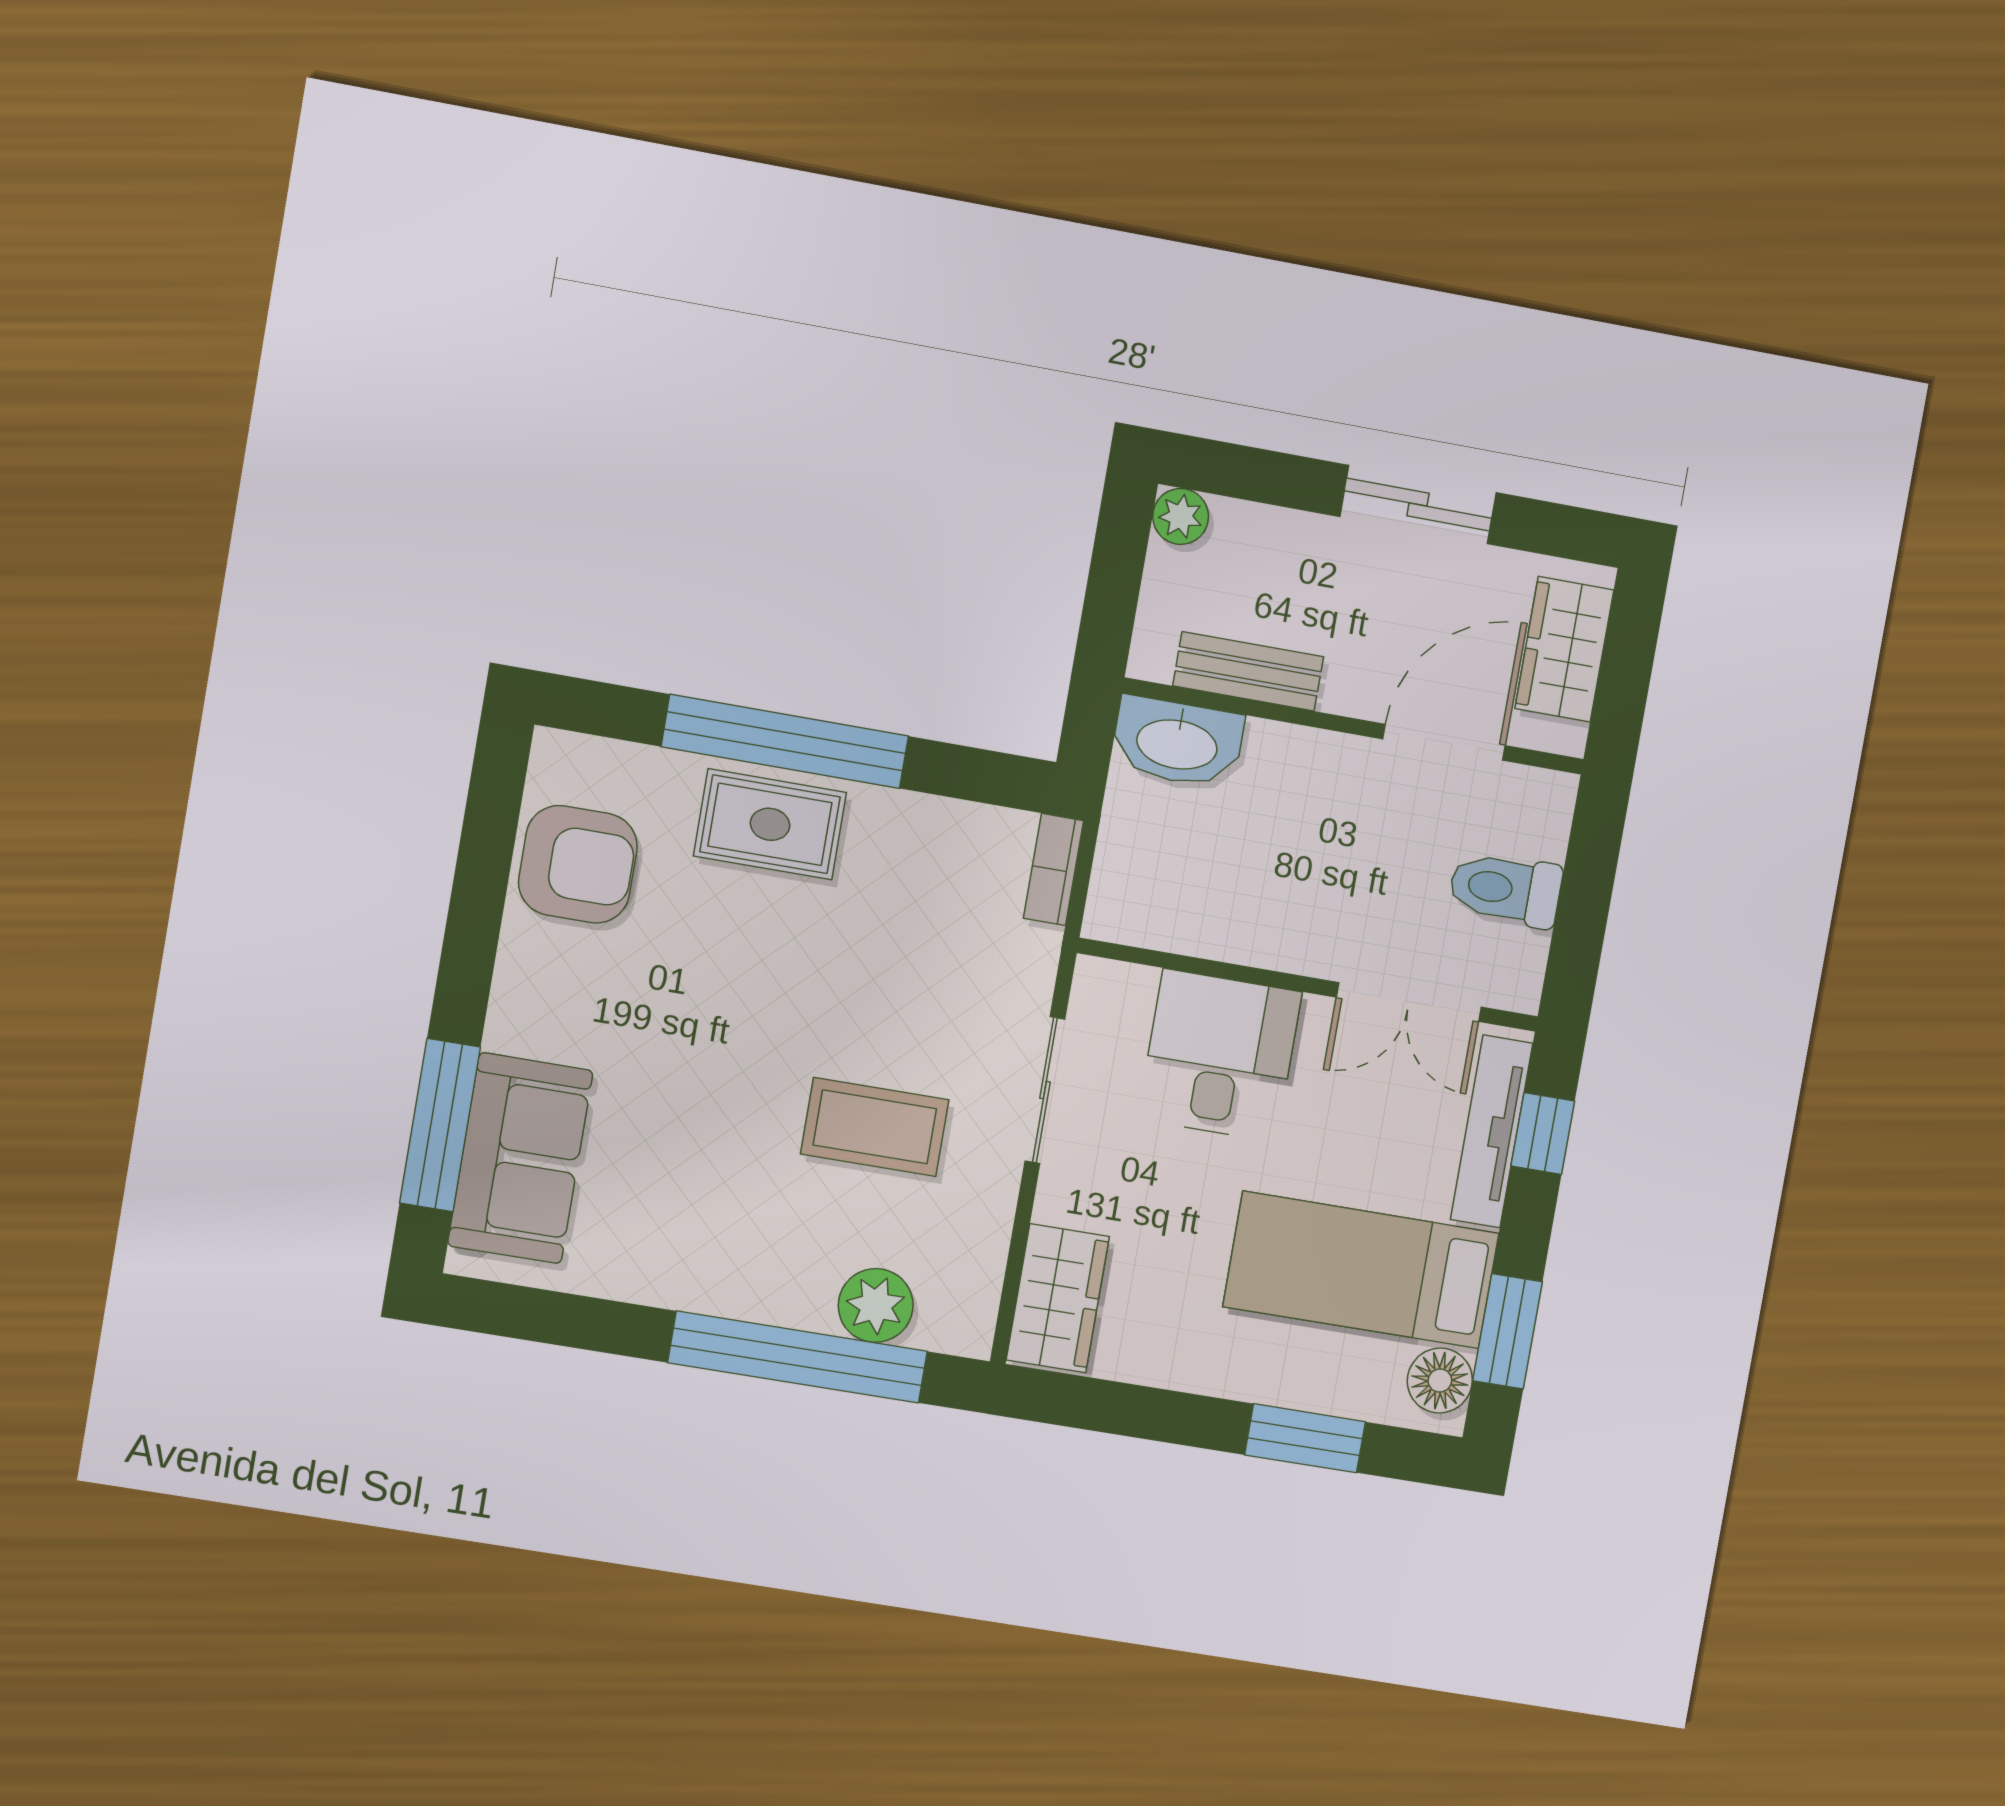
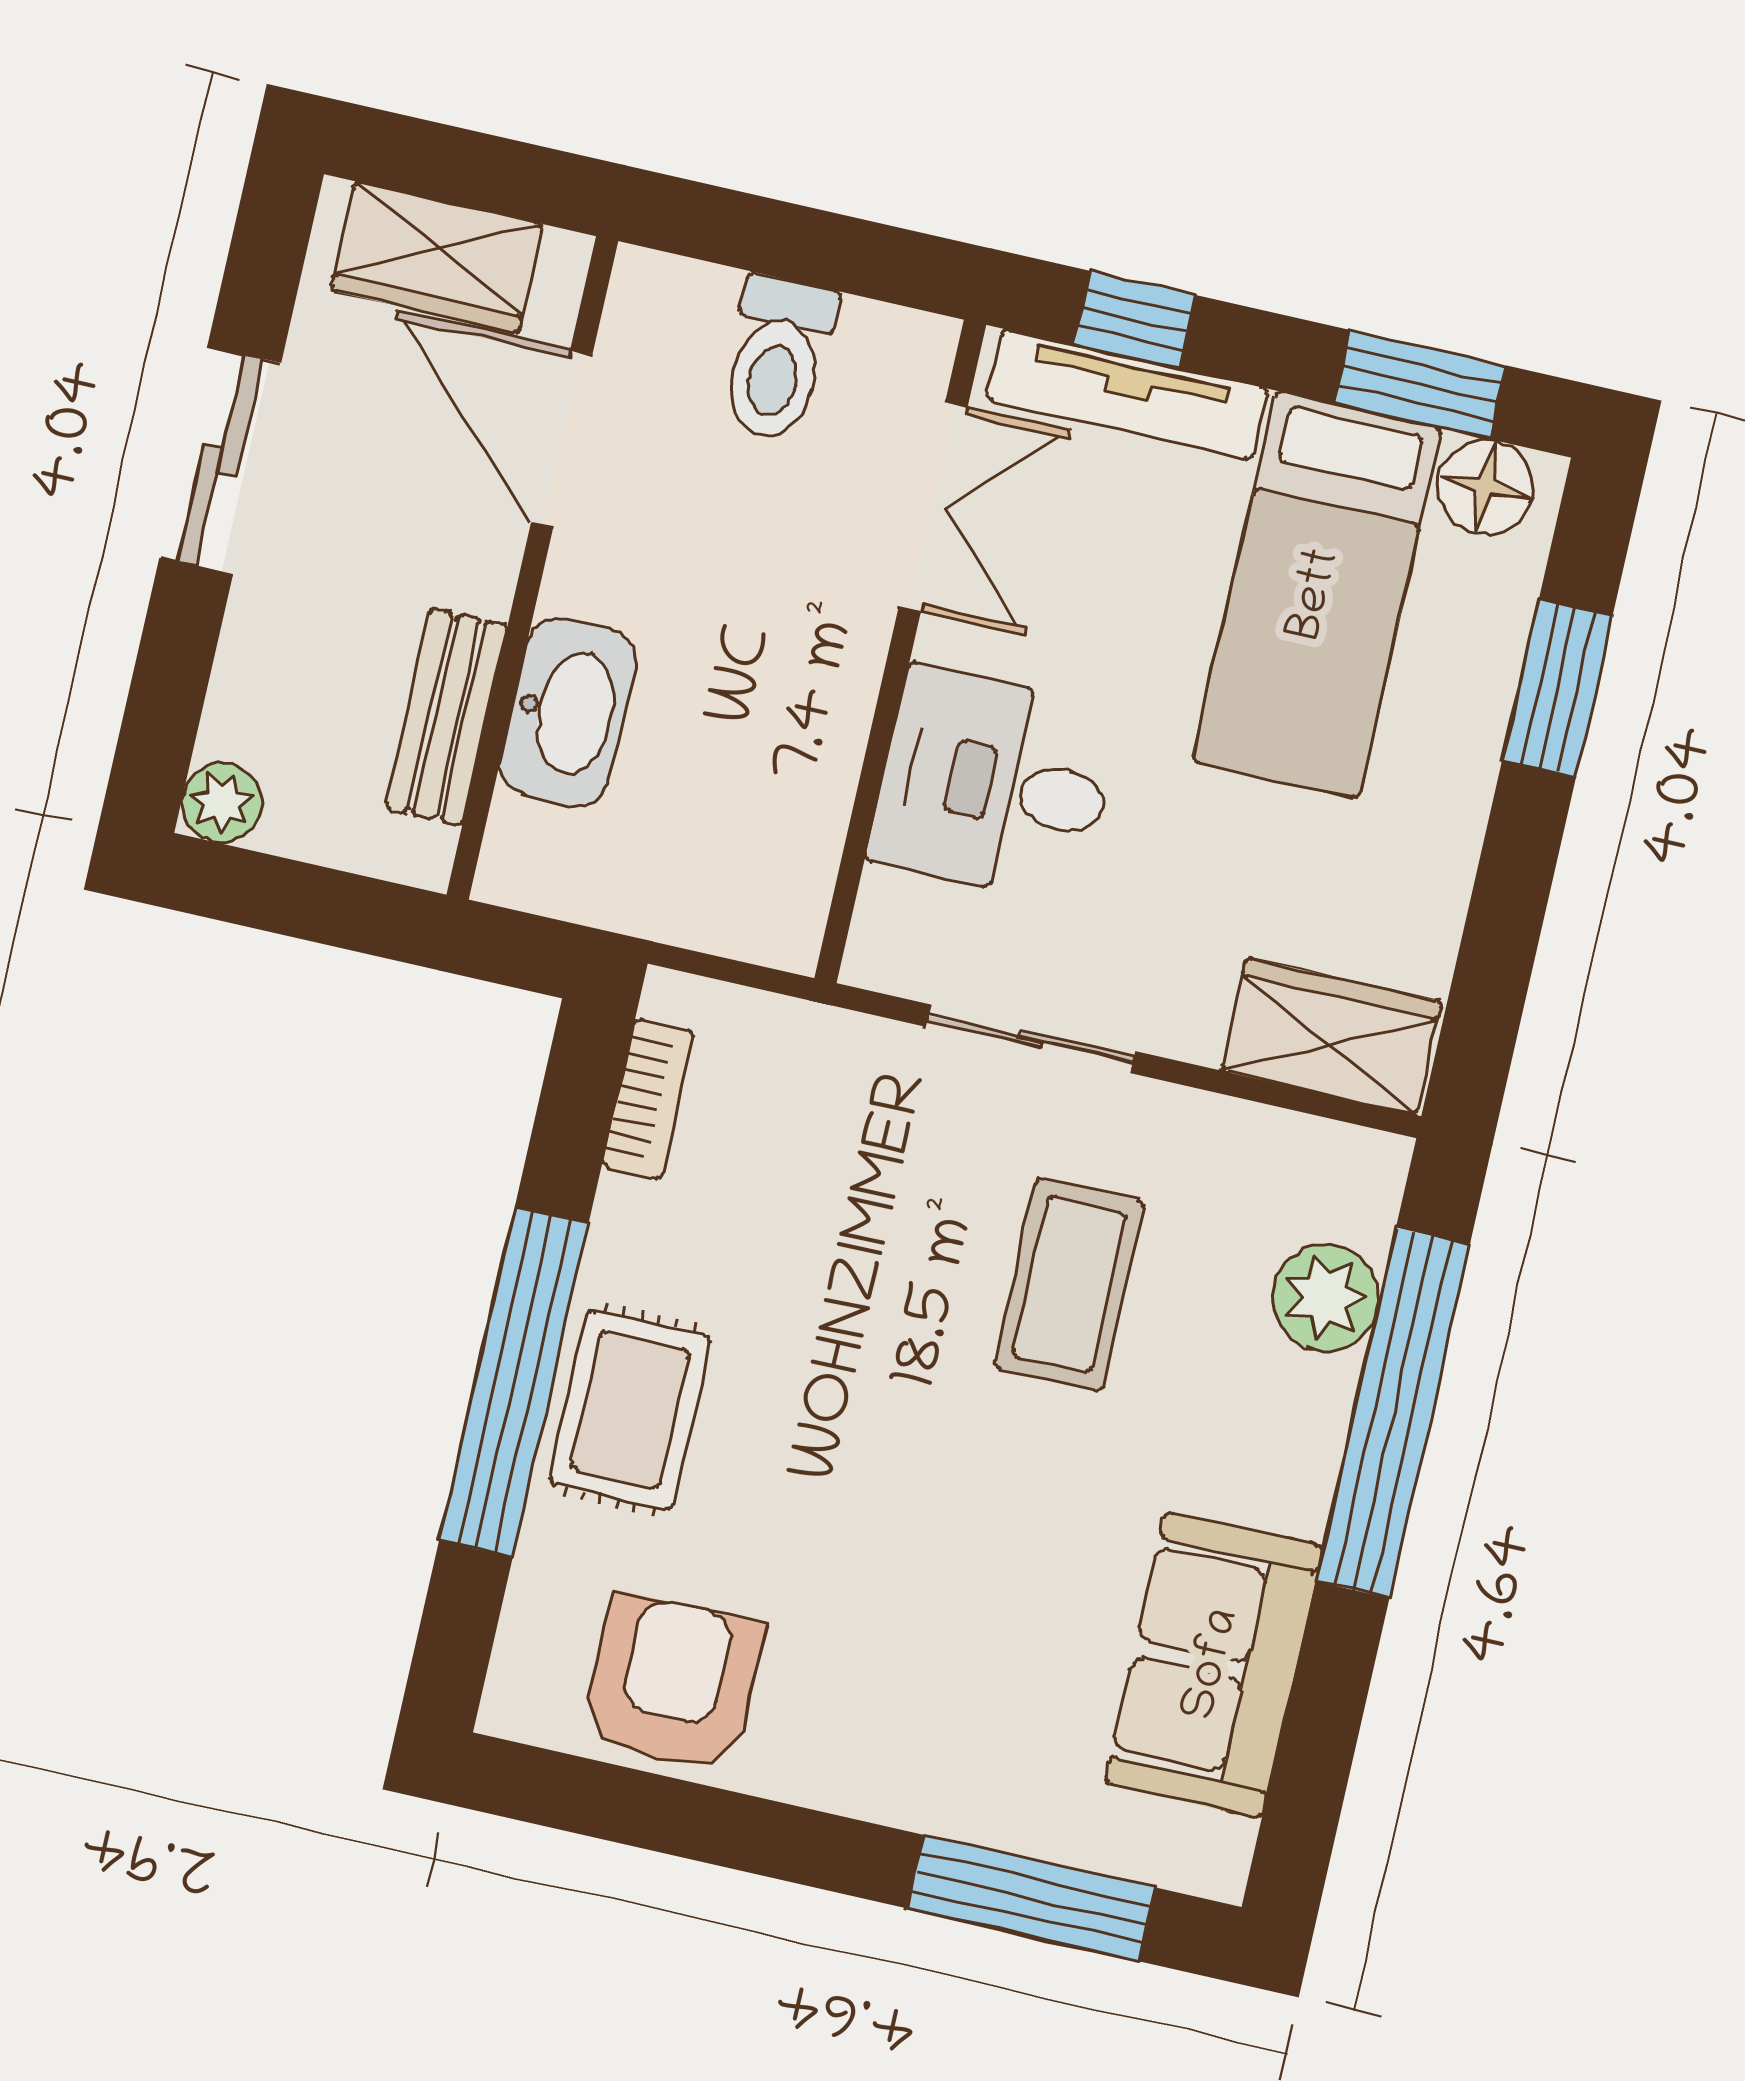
washbasin: (1177, 742) -> (568, 712), moved
bookcase: (1054, 869) -> (648, 1099), moved, turned -90
sofa: (520, 1158) -> (1214, 1665), moved, turned -90

